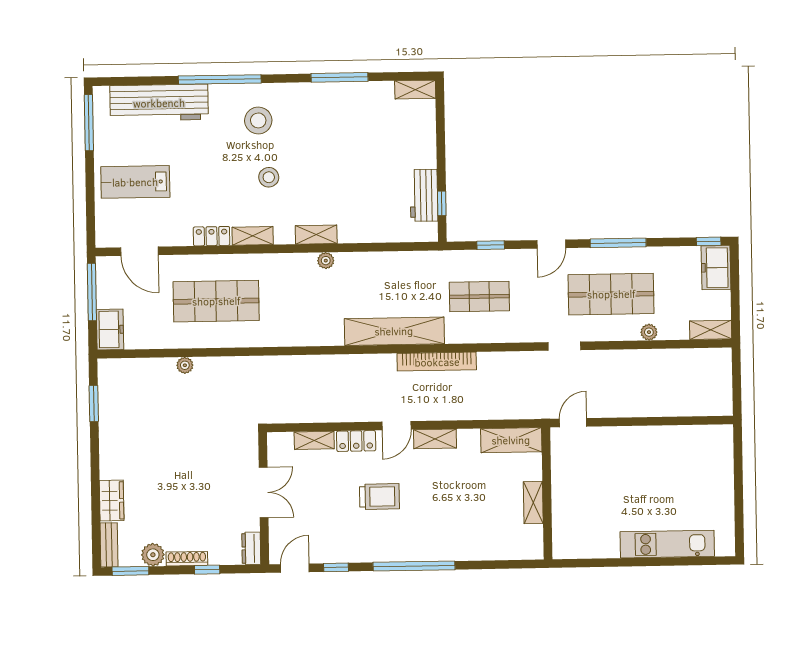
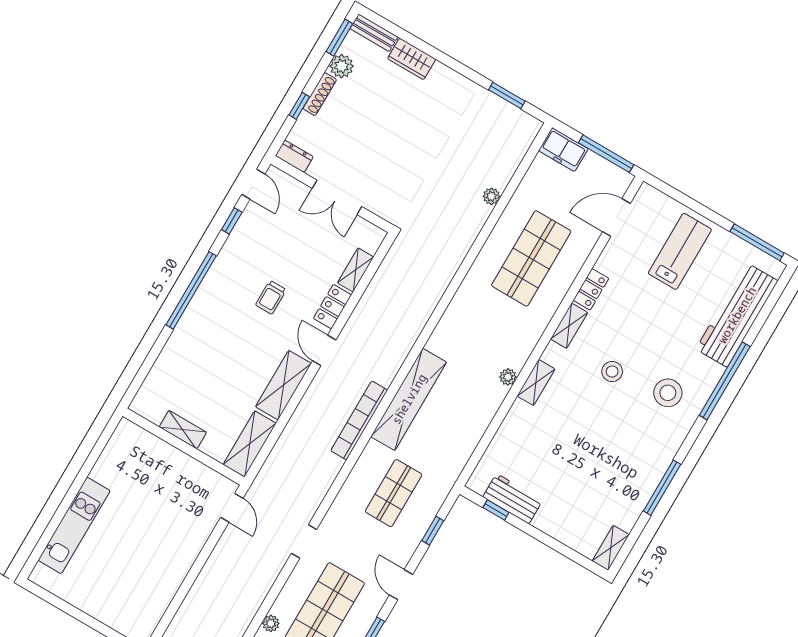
shelving: (435, 439) -> (283, 385), width x1.50, depth x1.33
trolley: (380, 497) -> (271, 297), width x0.73, depth x0.72

